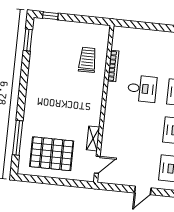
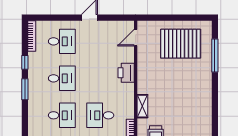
printer: (111, 130) -> (126, 73), added
shelving: (93, 138) -> (142, 106), moved

